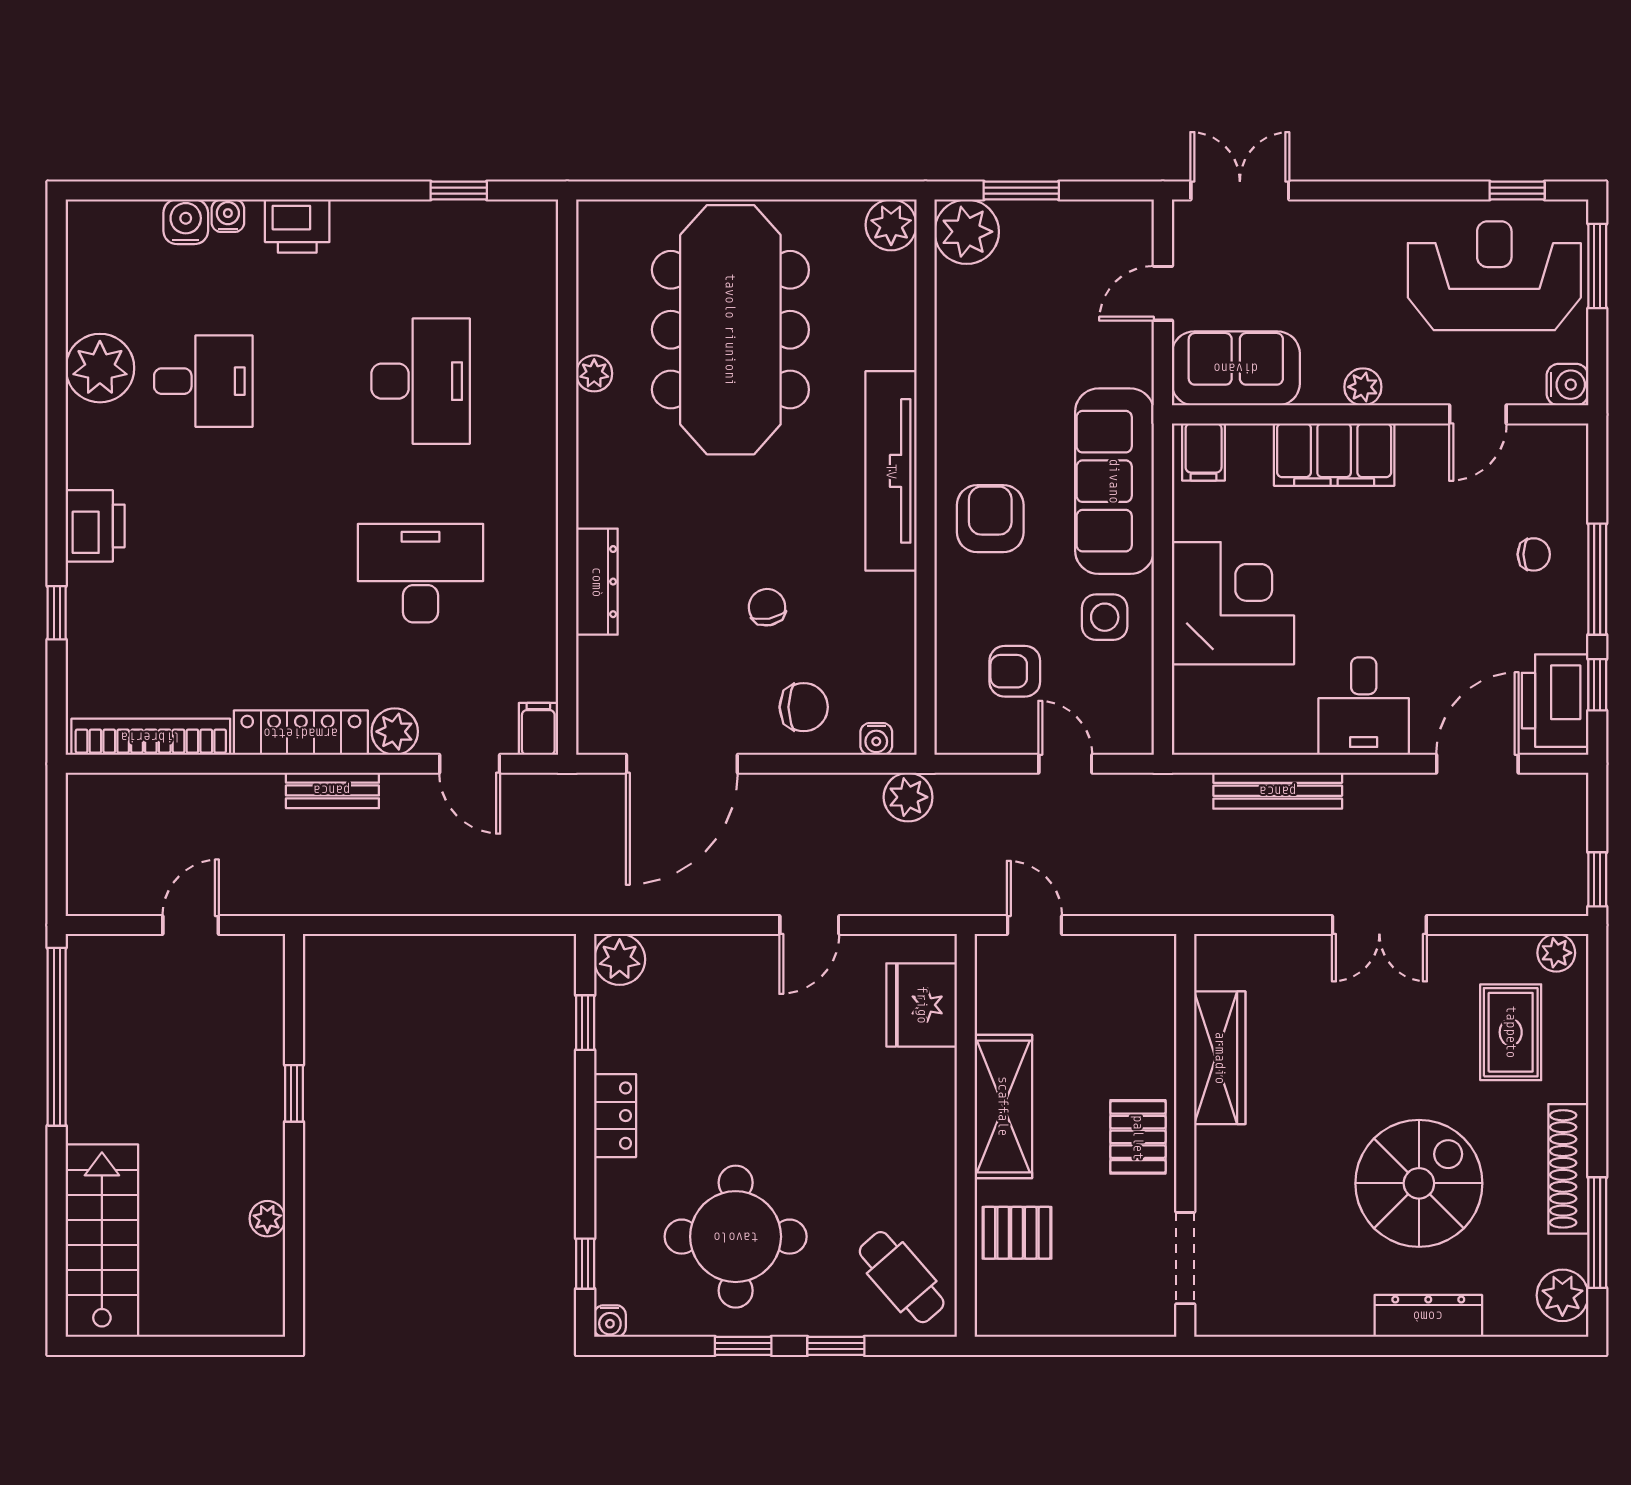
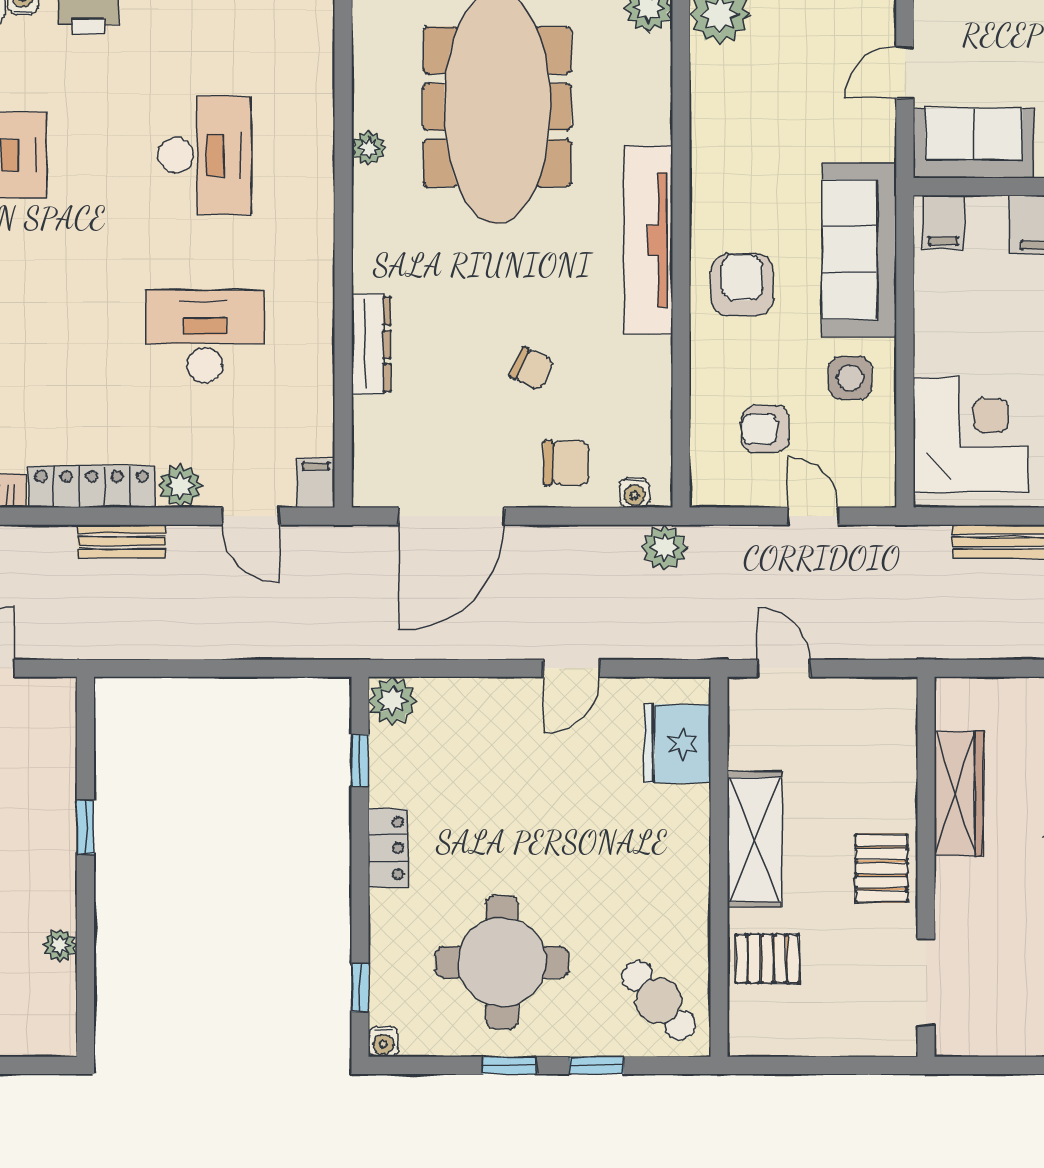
corner desk: (1233, 603) -> (971, 435), moved
chair: (767, 607) -> (532, 369), turned 125

